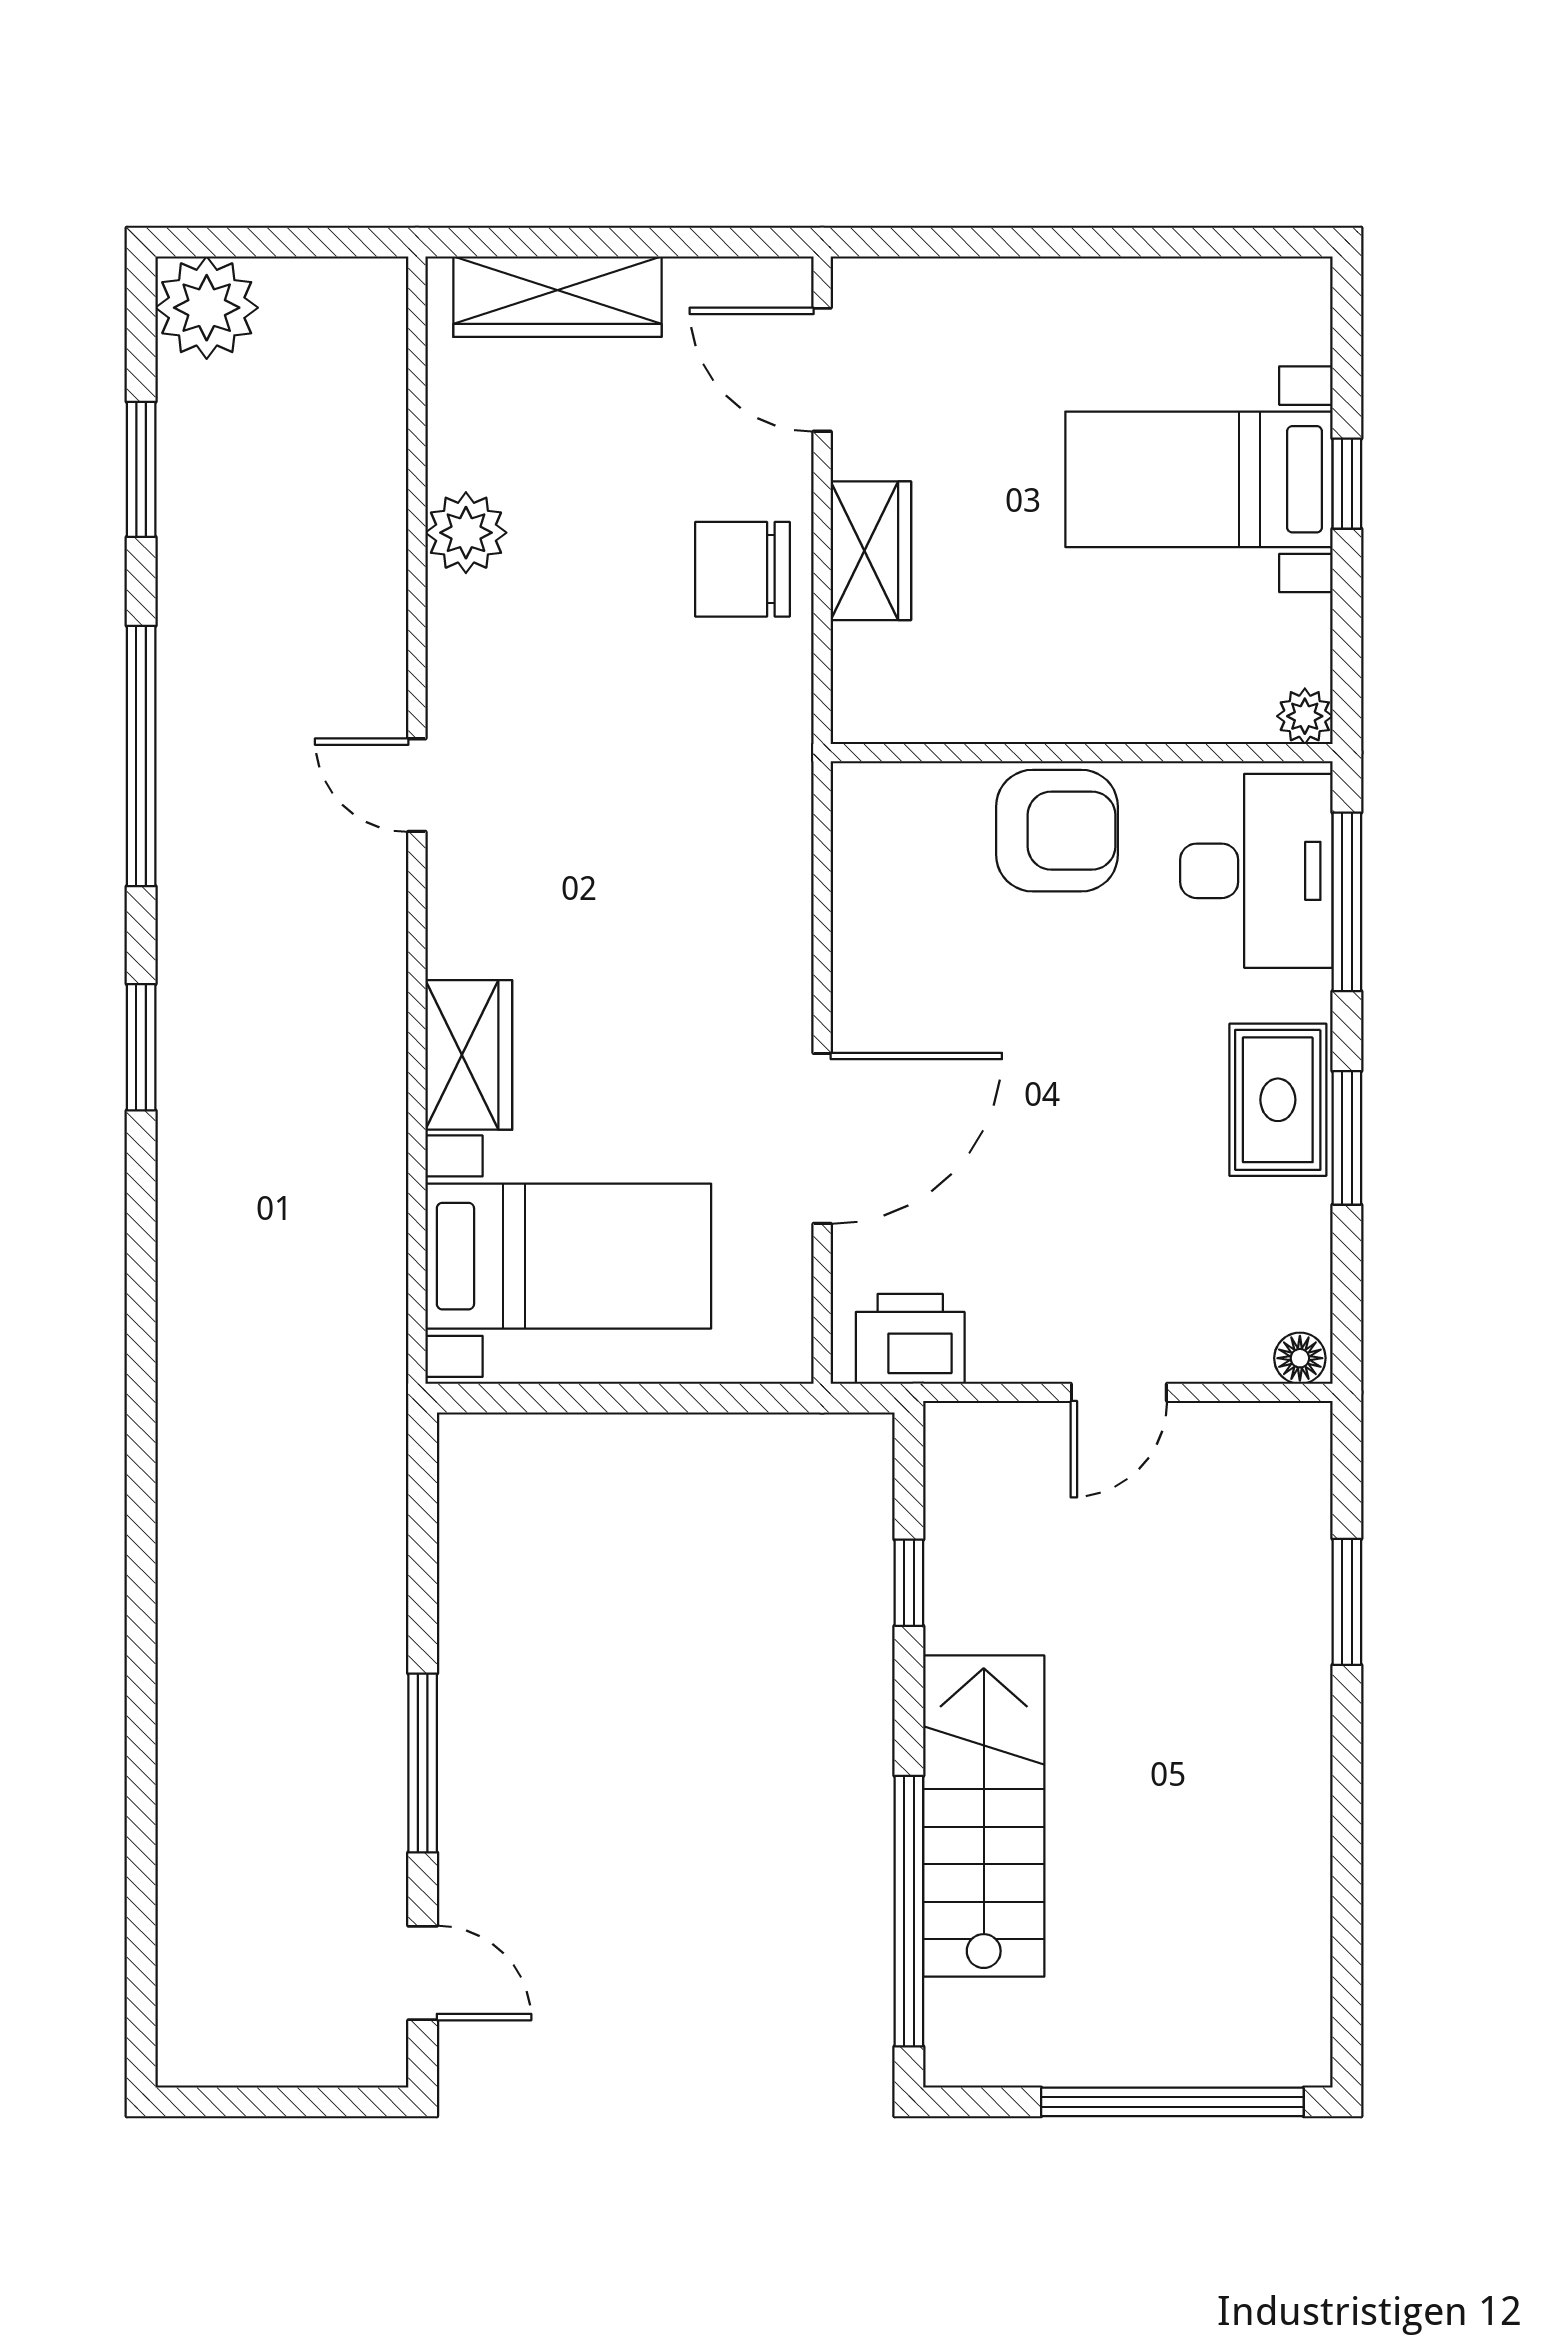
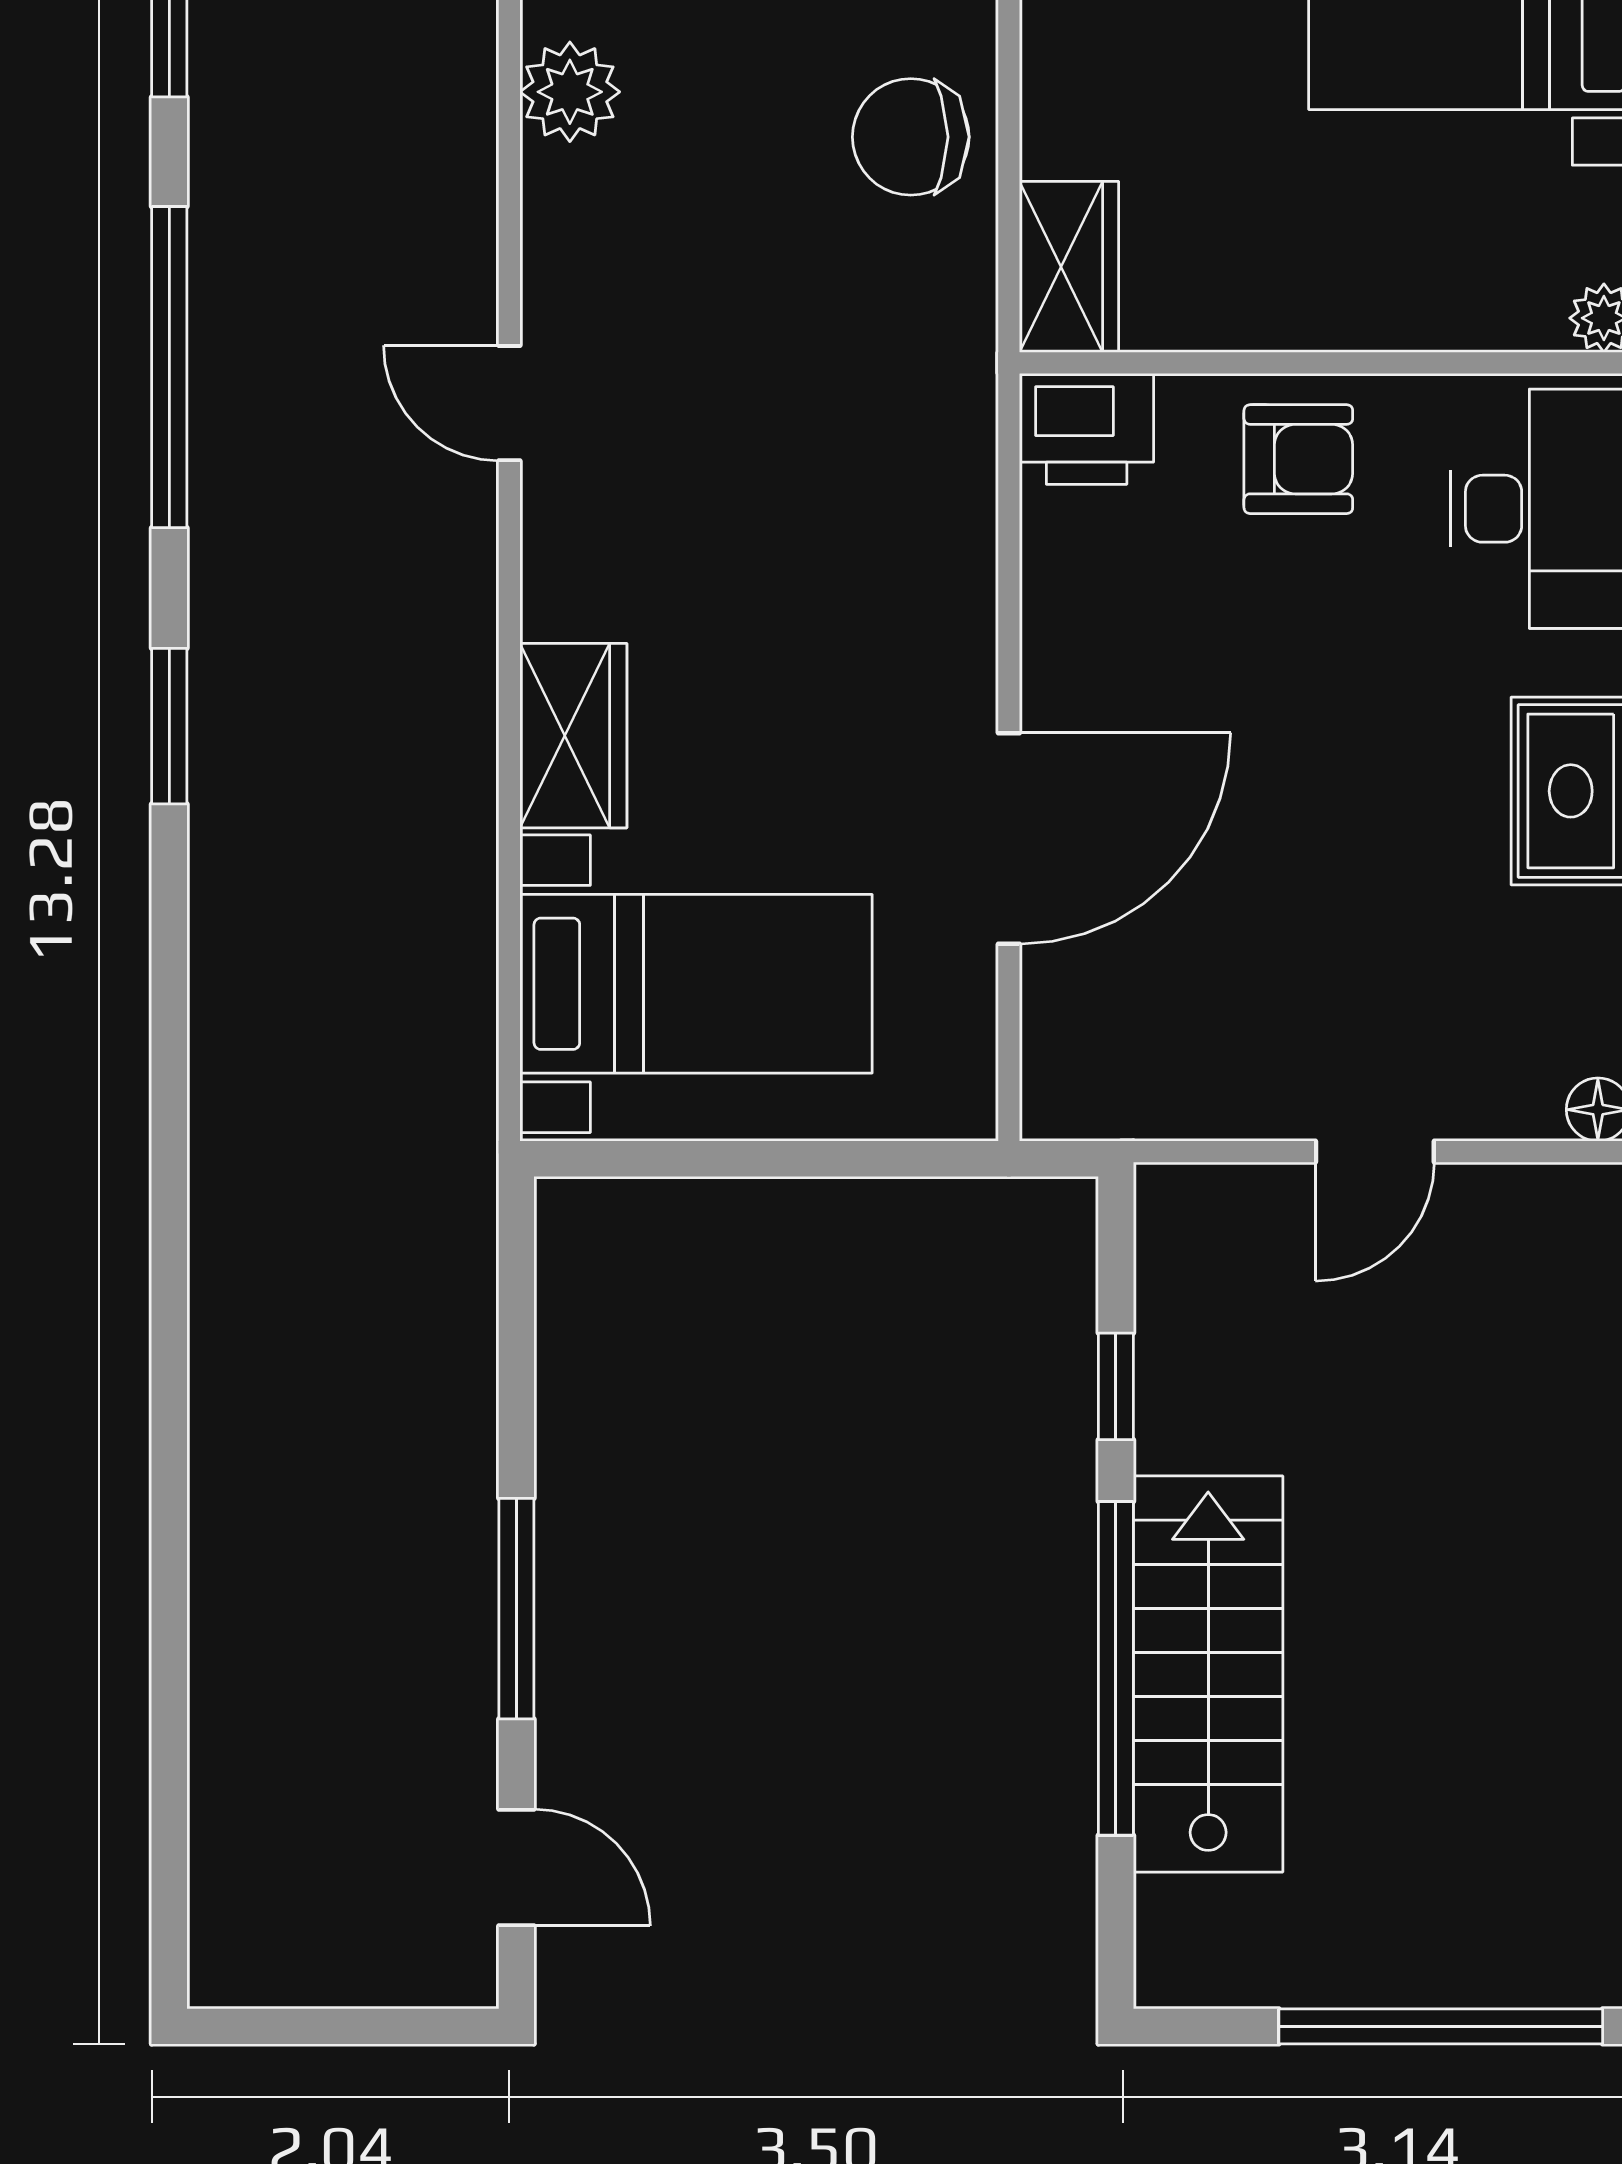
wardrobe: (871, 551) -> (1069, 267), moved
armchair: (1057, 831) -> (1298, 459), width x0.72, depth x0.72
printer: (910, 1339) -> (1087, 429), moved, turned 180
window: (909, 1911) -> (1116, 1668), moved

